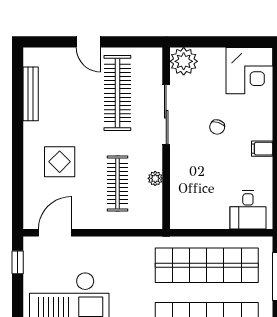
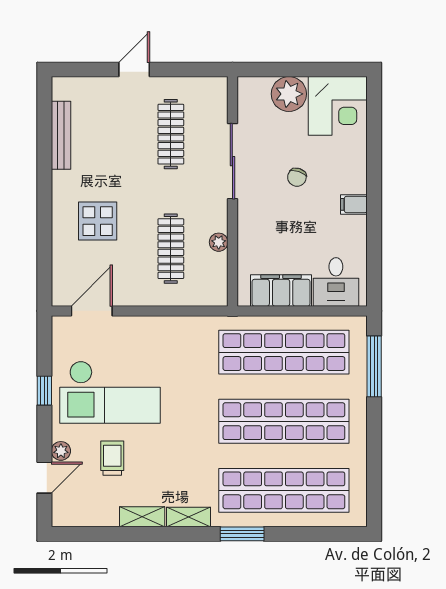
door: (88, 42) -> (134, 70), swing flipped
plant: (184, 61) -> (289, 94), moved
clothes rail: (117, 93) -> (171, 134), width x0.73, depth x0.76
filing cabinet: (205, 217) -> (281, 291), added
window: (18, 262) -> (44, 391), moved

